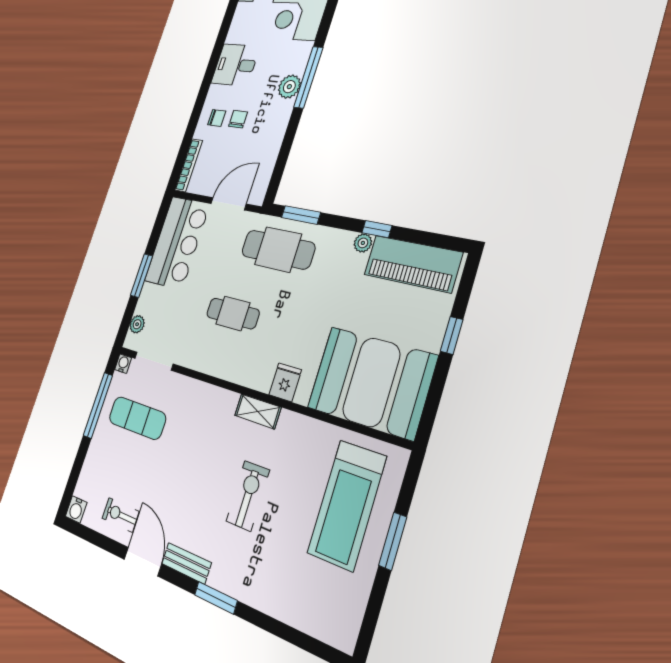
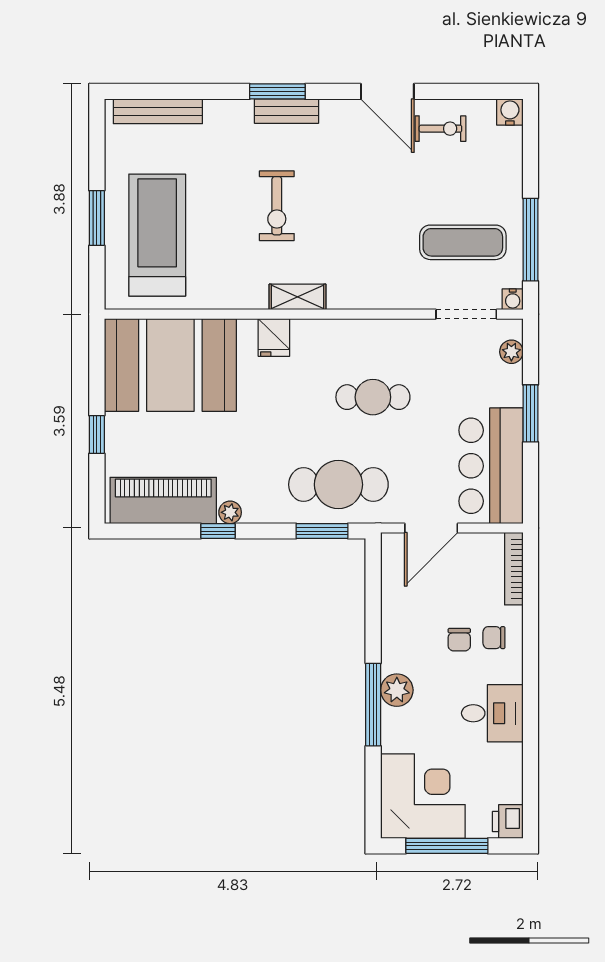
bench: (186, 563) -> (287, 111), moved
bench: (311, 623) -> (158, 111), added

